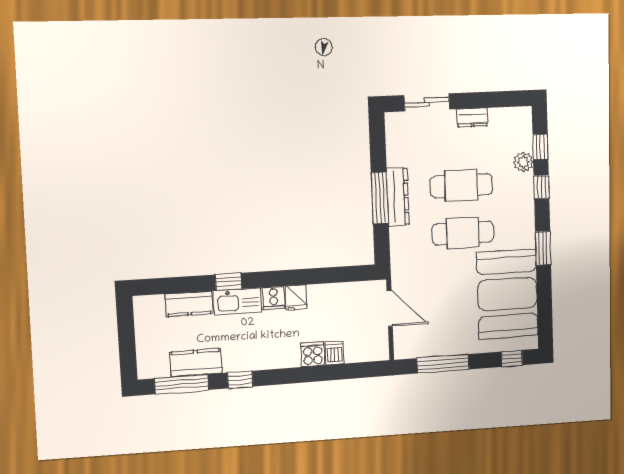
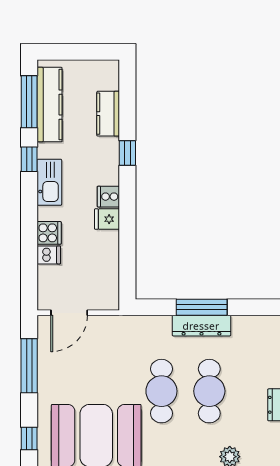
kitchen sink: (238, 301) -> (49, 182), moved, turned 180
door: (390, 308) -> (69, 313), moved
kitchen counter: (196, 363) -> (50, 105), width x1.50

